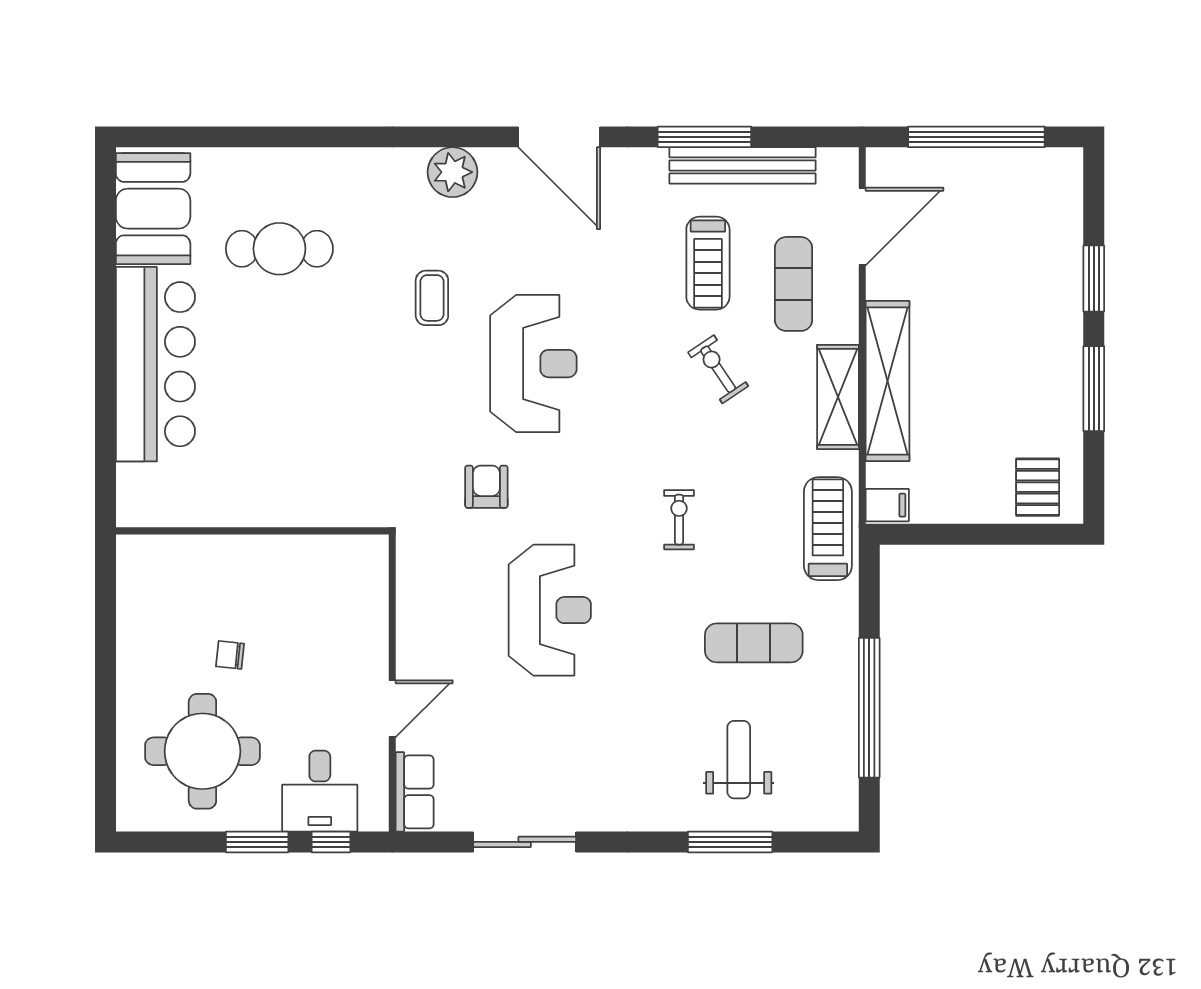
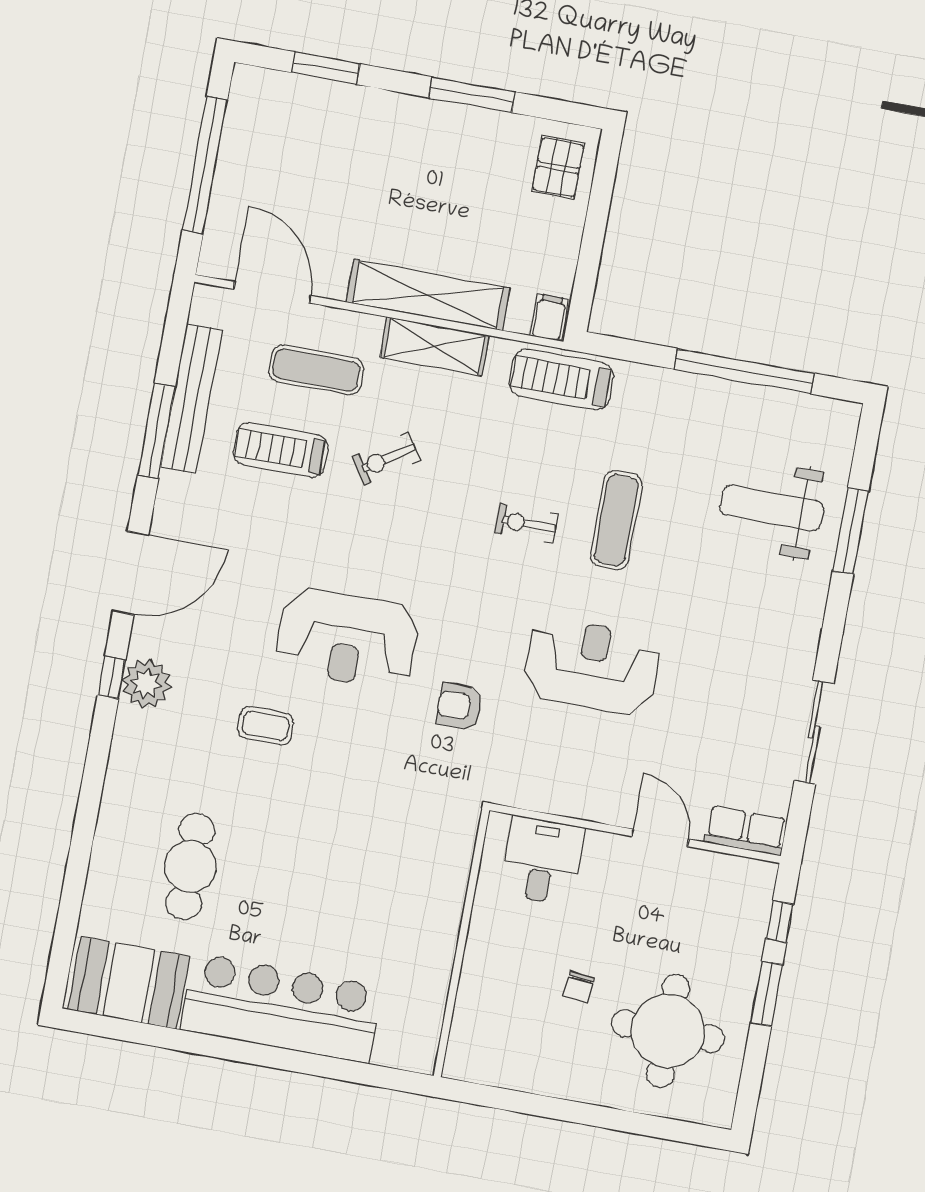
window: (452, 137) -> (112, 677), added
treadmill: (708, 263) -> (281, 450), turned 180
window: (1094, 278) -> (326, 68), moved
reception desk: (533, 364) -> (348, 638), turned 180
pallet: (1038, 487) -> (558, 167), turned 90
exercise mat: (754, 643) -> (616, 520), moved
weight bench: (739, 760) -> (772, 508), width x1.36, depth x1.33
desk: (320, 791) -> (542, 861), moved, turned -90

